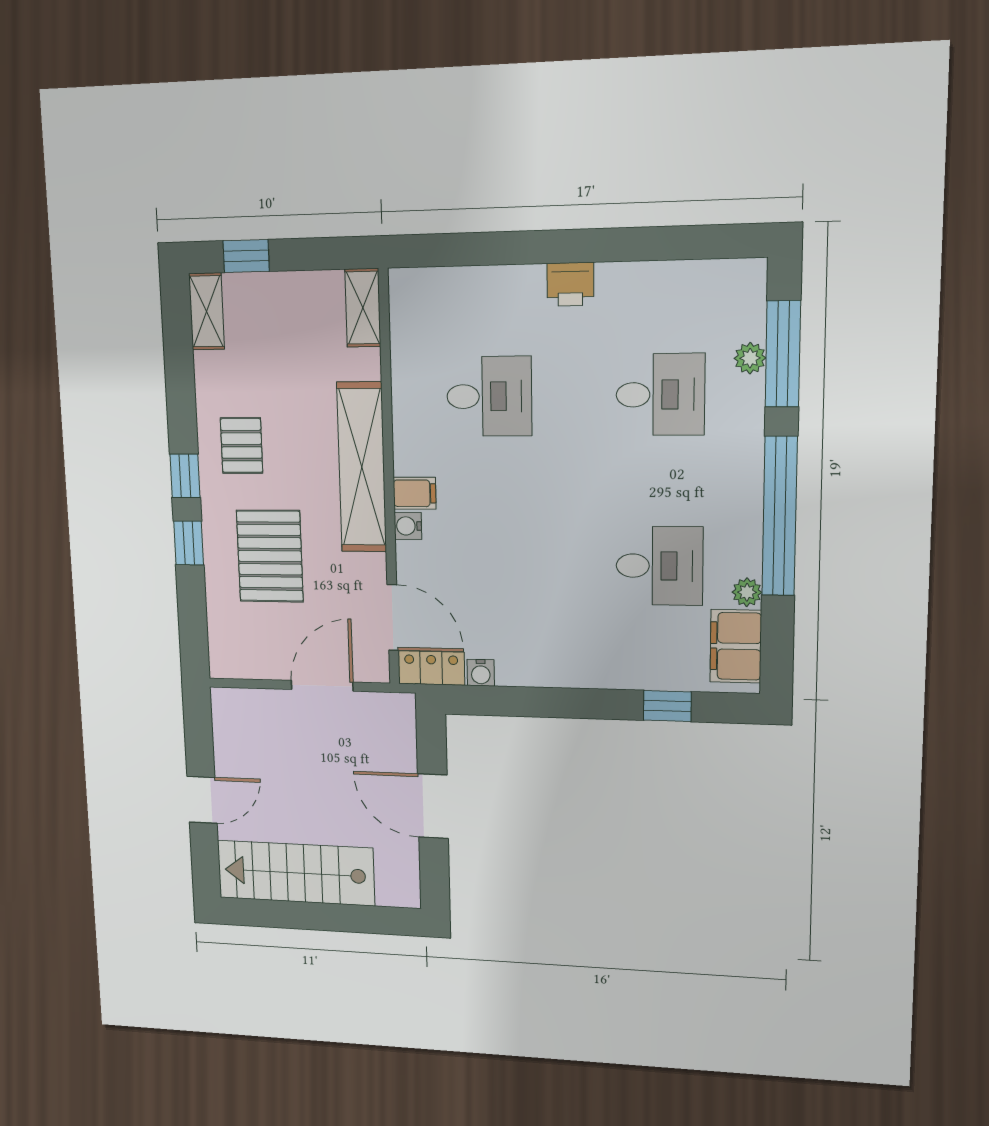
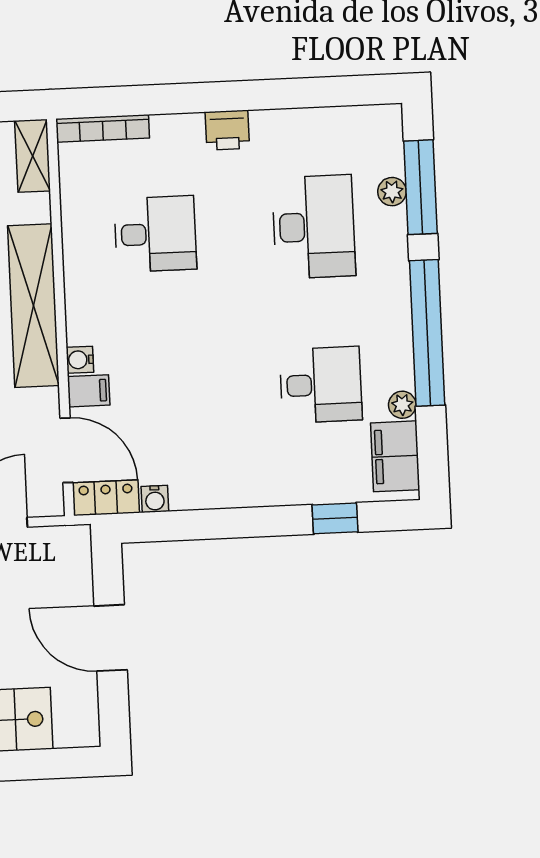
bookcase: (437, 279) -> (103, 128), added
desk: (660, 395) -> (314, 227), width x1.37
filing cabinet: (415, 493) -> (89, 391), moved

